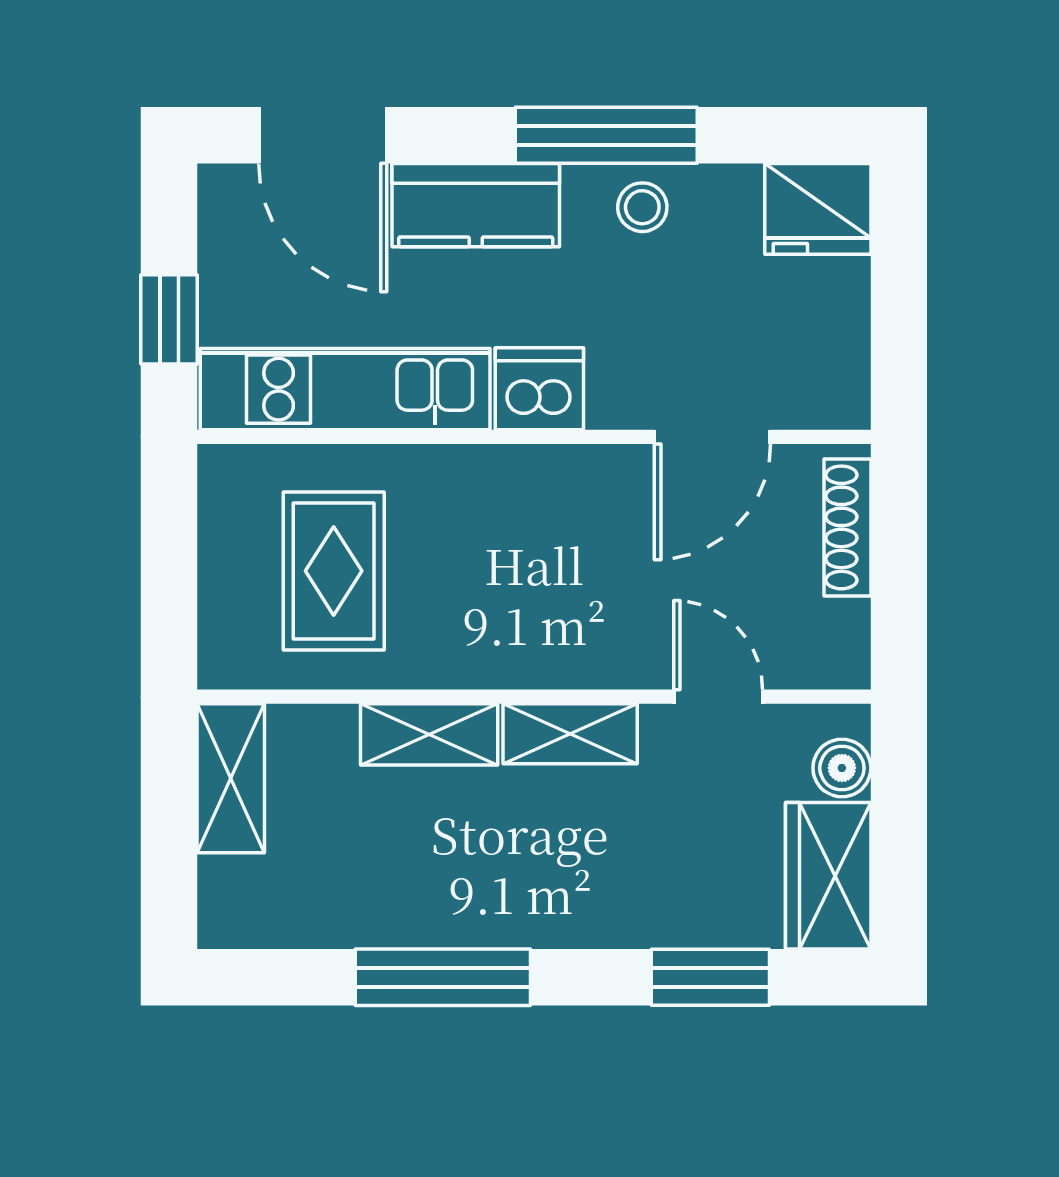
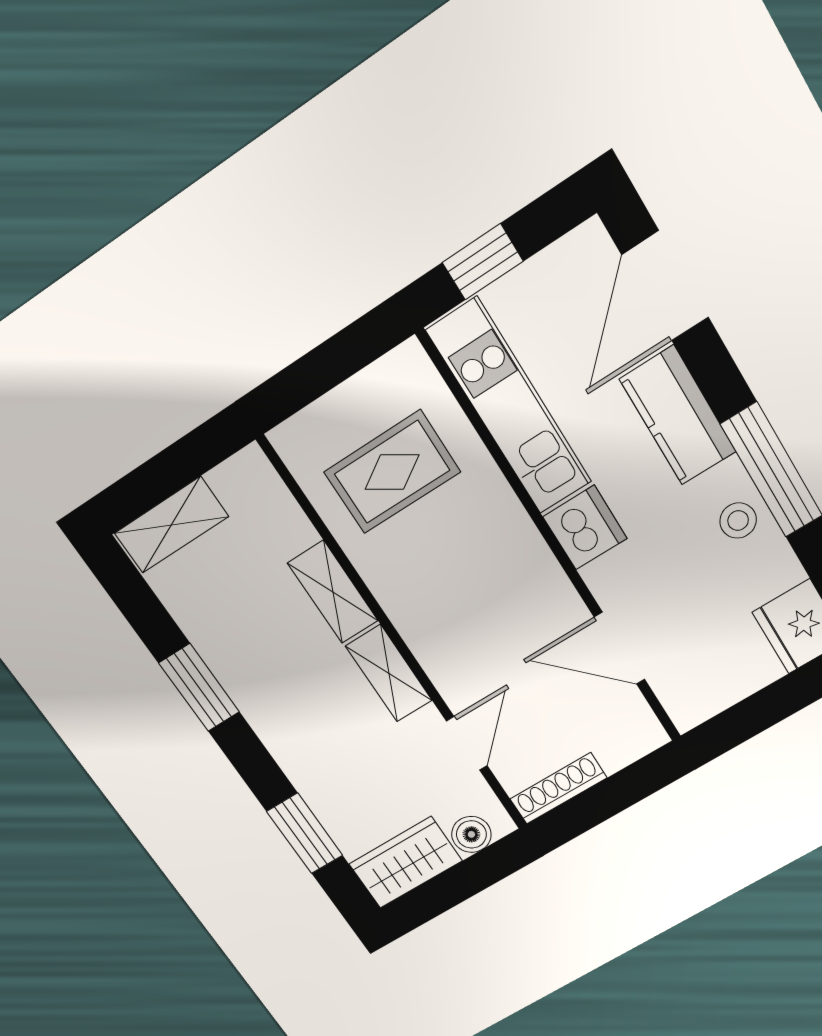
shoe rack: (847, 527) -> (558, 788), moved
shelving: (231, 778) -> (171, 525), moved
window: (443, 977) -> (199, 688), width x0.69

